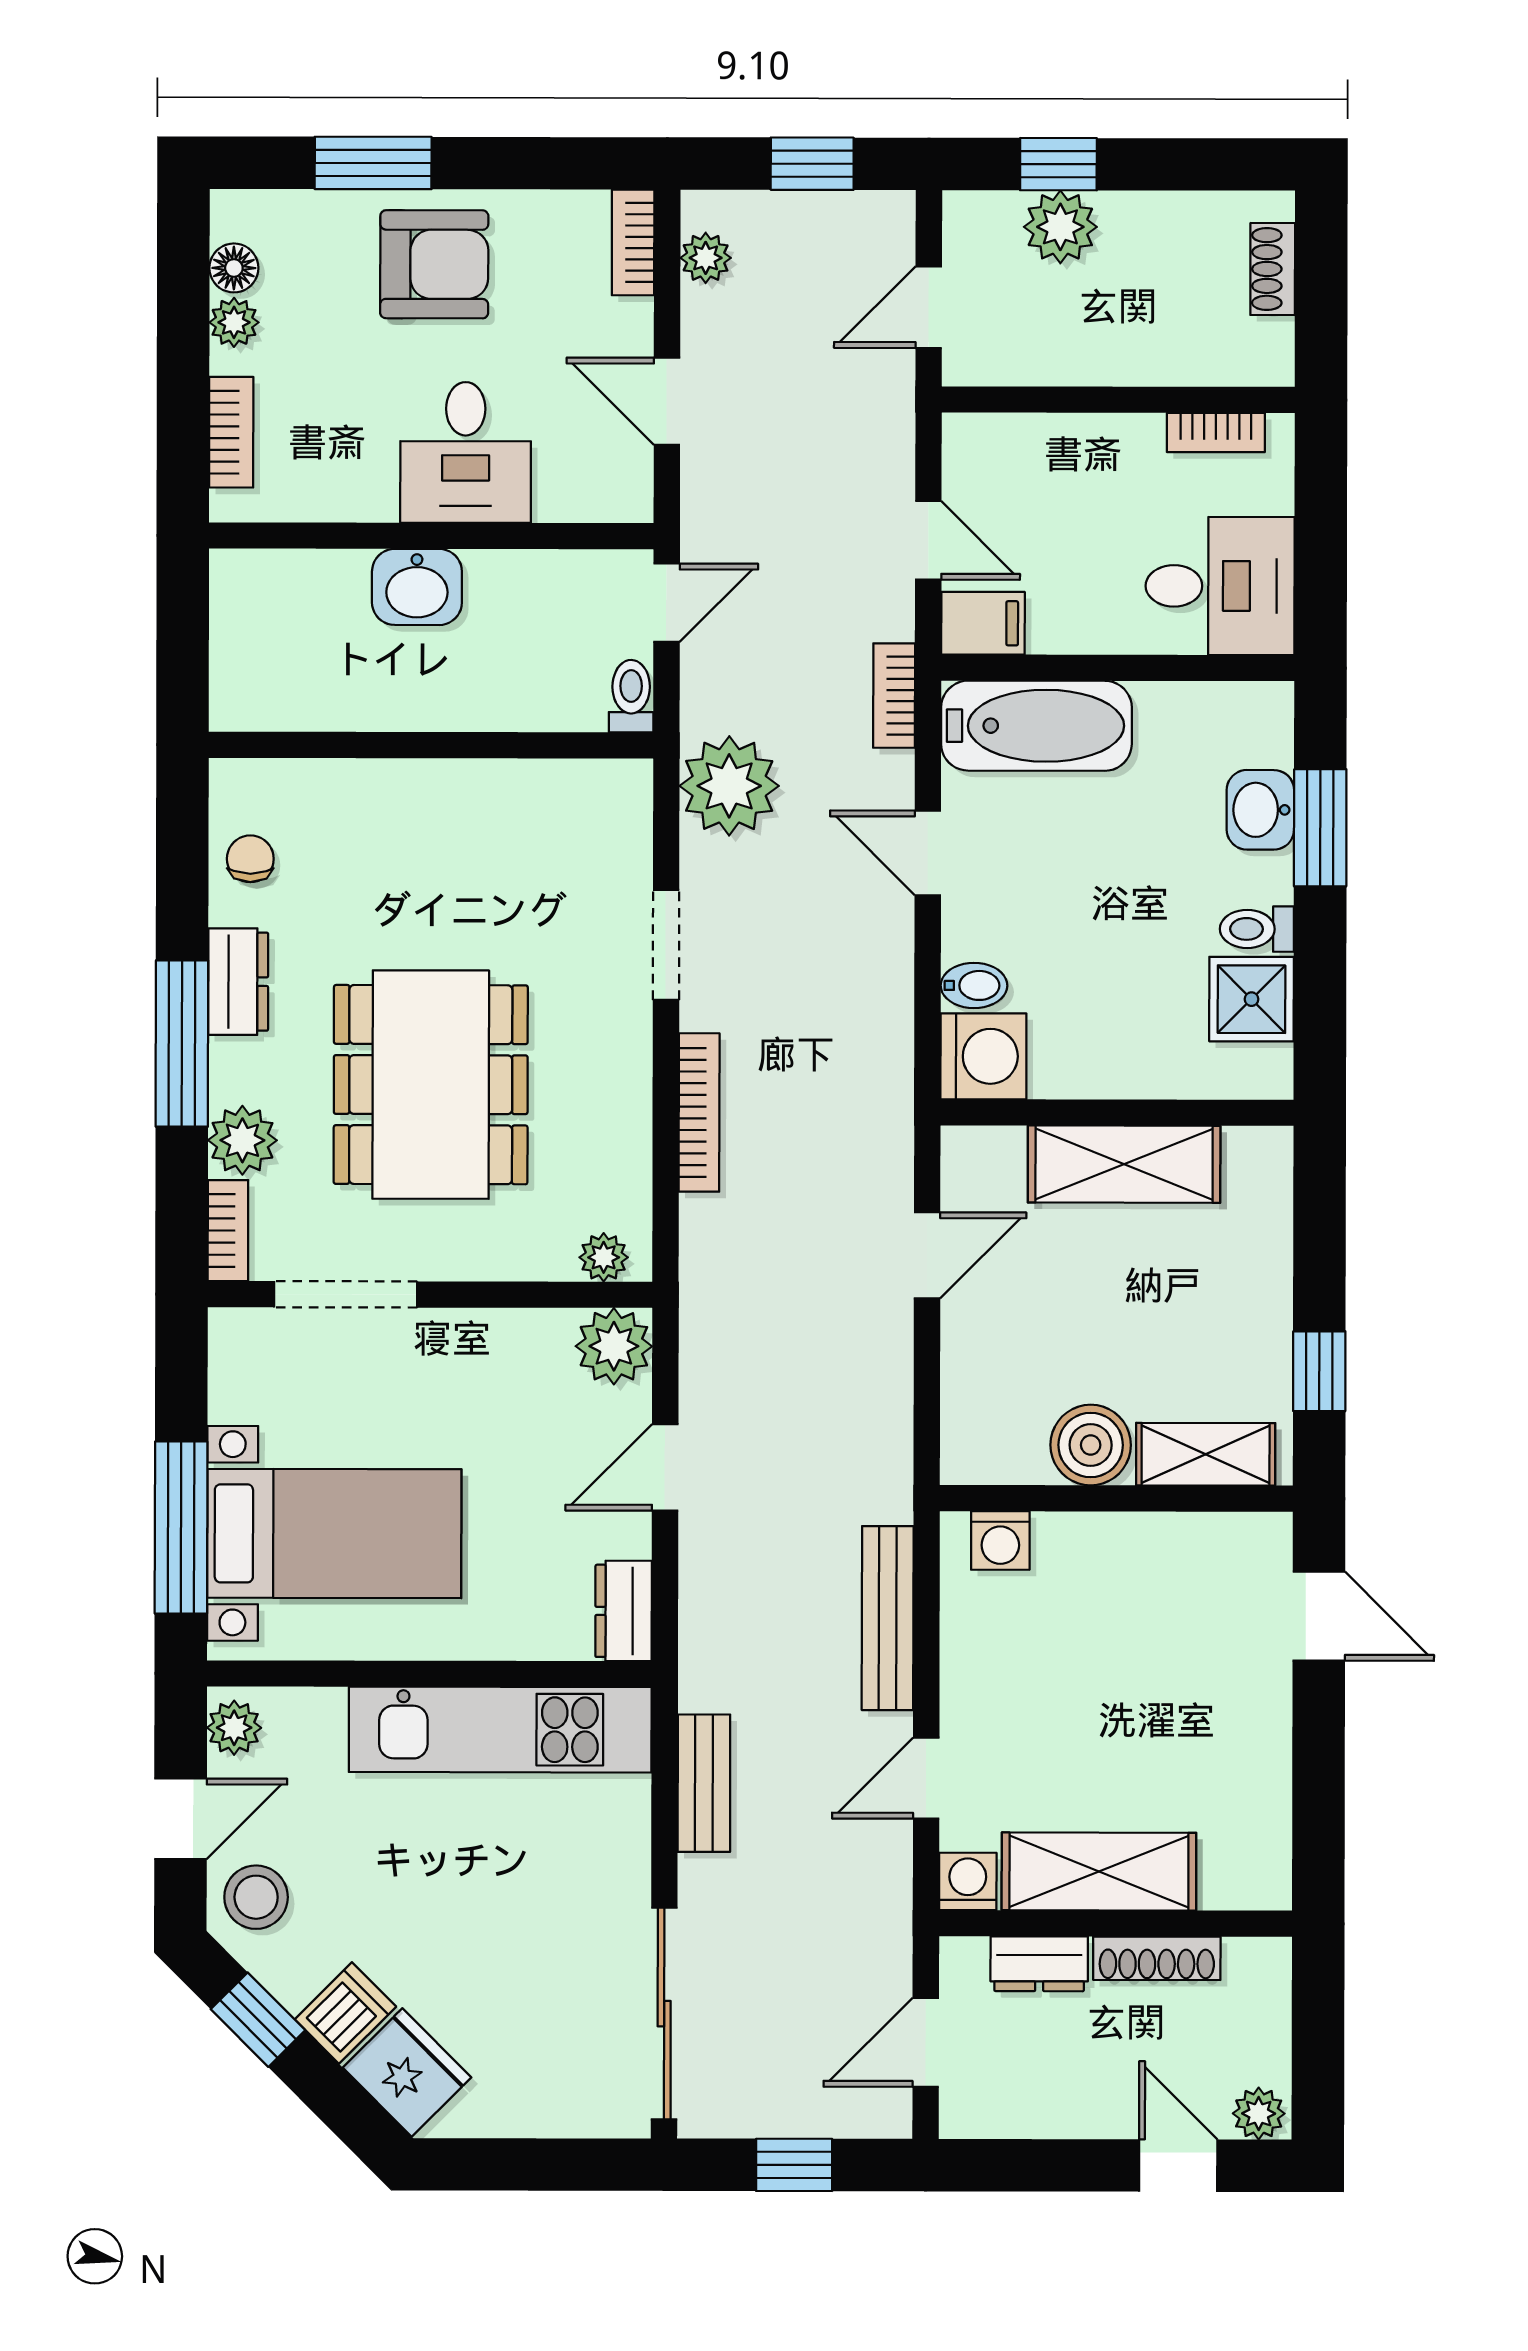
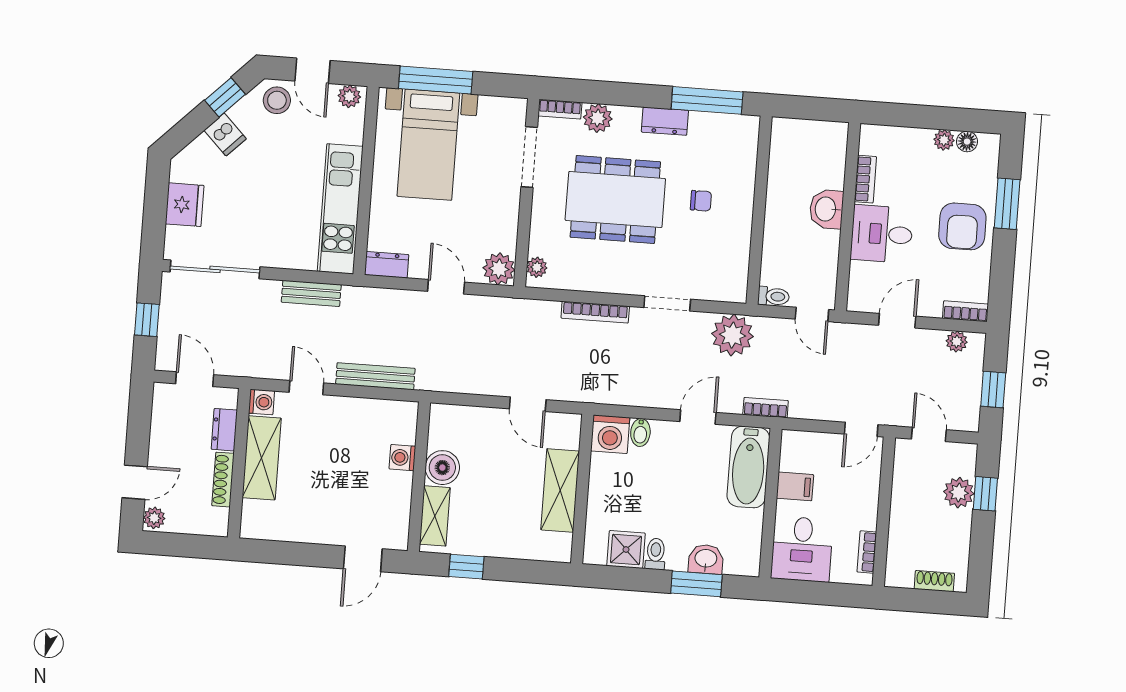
bookcase: (231, 432) -> (865, 179), moved, turned -90
door: (928, 540) -> (861, 429), moved
filing cabinet: (983, 623) -> (795, 486), moved, turned -90
chair: (250, 859) -> (701, 201), moved
window: (182, 1043) -> (707, 100), moved
washing machine: (1000, 1540) -> (402, 458), moved
fridge: (407, 2072) -> (185, 205), moved, turned -45

